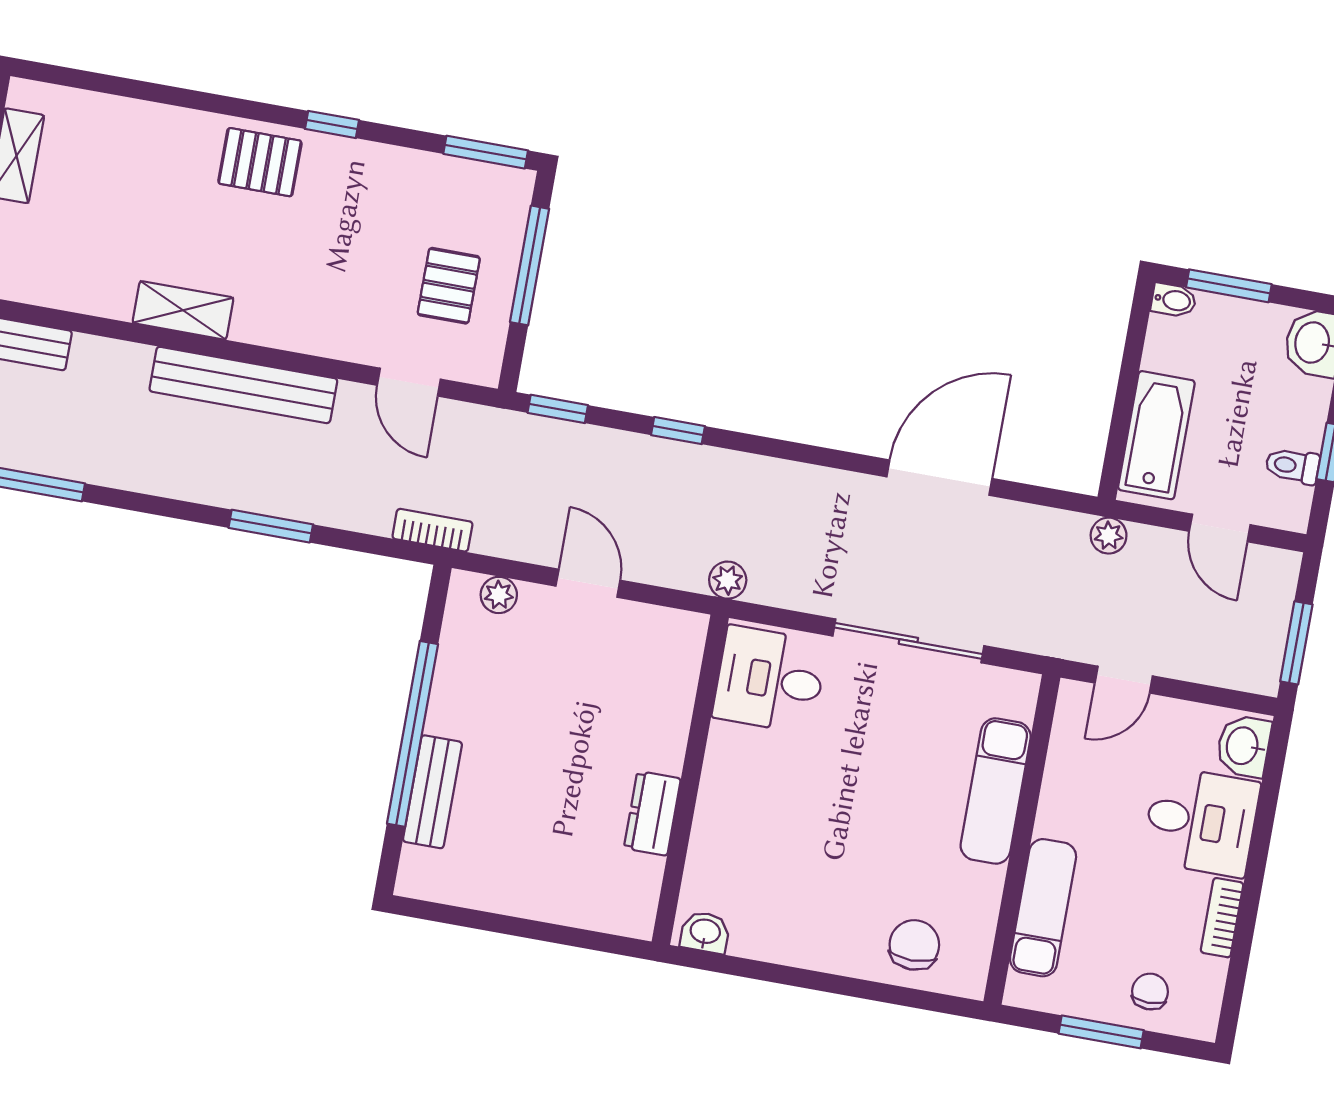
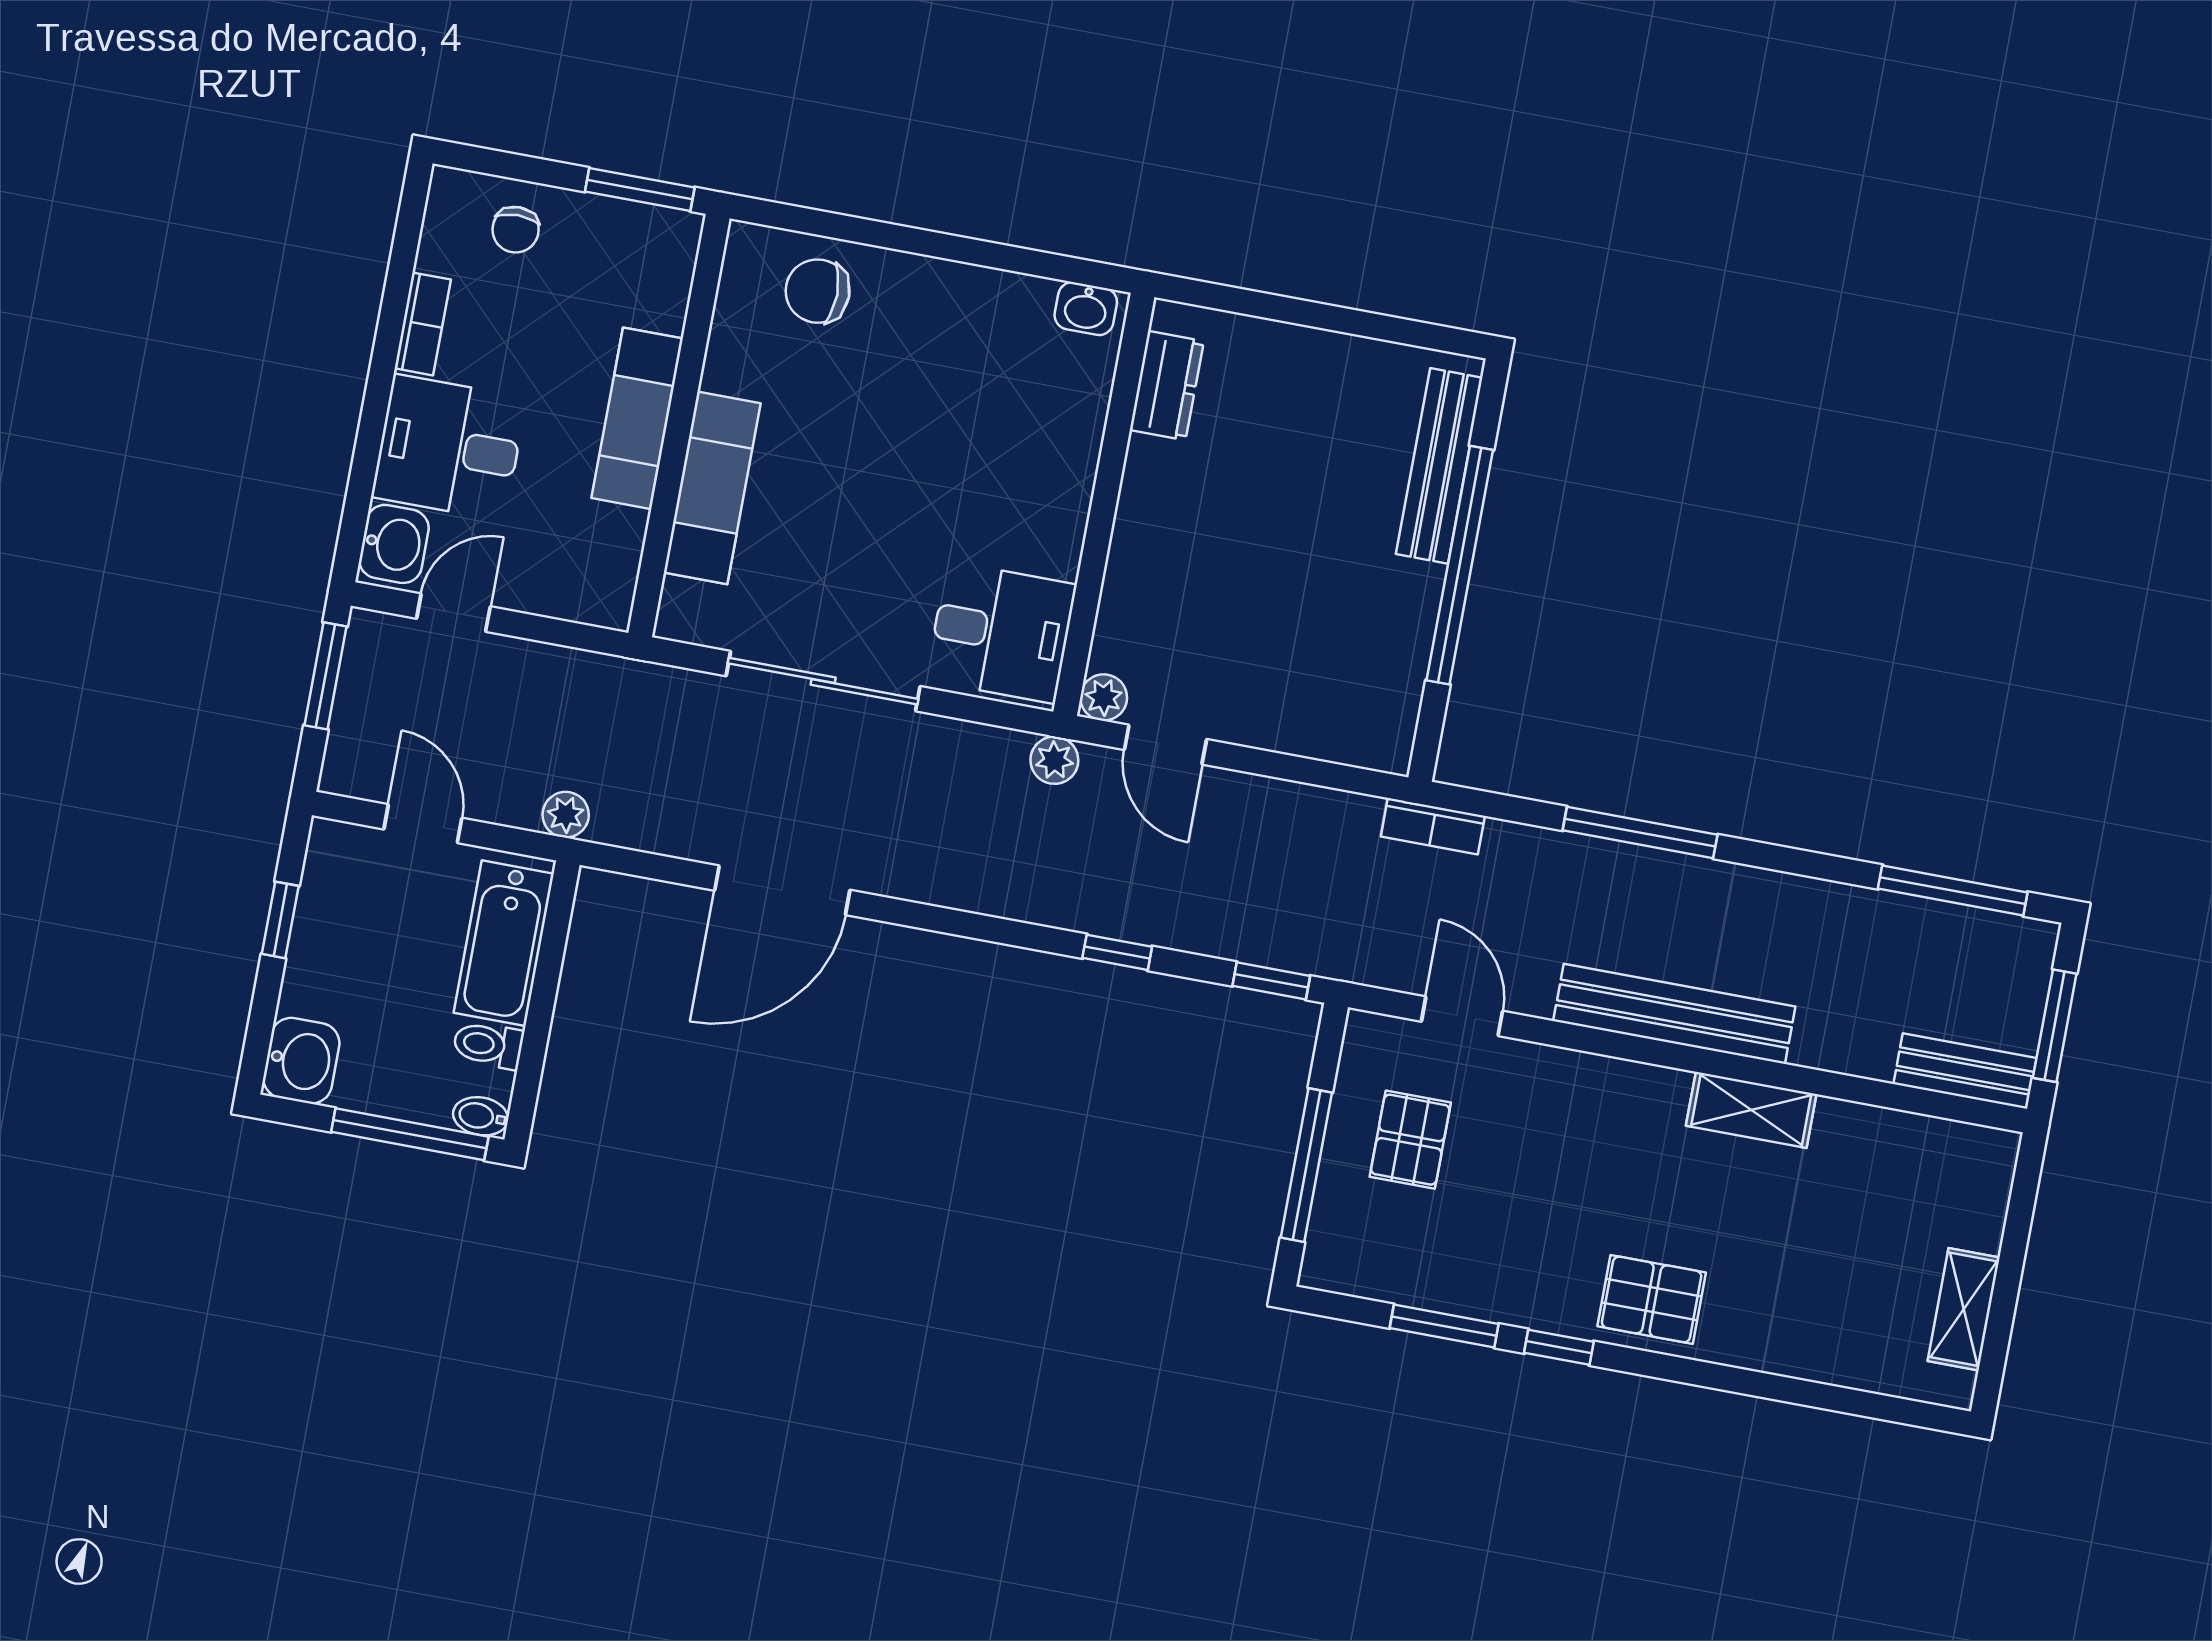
window: (486, 152) -> (1444, 1326), moved
window: (1229, 286) -> (410, 1134), width x1.44
toilet: (1292, 466) -> (488, 1045), moved, turned 180
window: (271, 526) -> (1640, 833), width x1.44
door: (588, 583) -> (1165, 745), moved
plant: (499, 595) -> (1104, 697), moved
door: (1124, 680) -> (453, 613), moved
bench: (432, 792) -> (1439, 466), width x1.36
dresser: (652, 813) -> (1167, 386), moved
exam couch: (1043, 908) -> (637, 418), moved
chair: (914, 945) -> (818, 291), turned 90
window: (1101, 1032) -> (640, 190), moved

